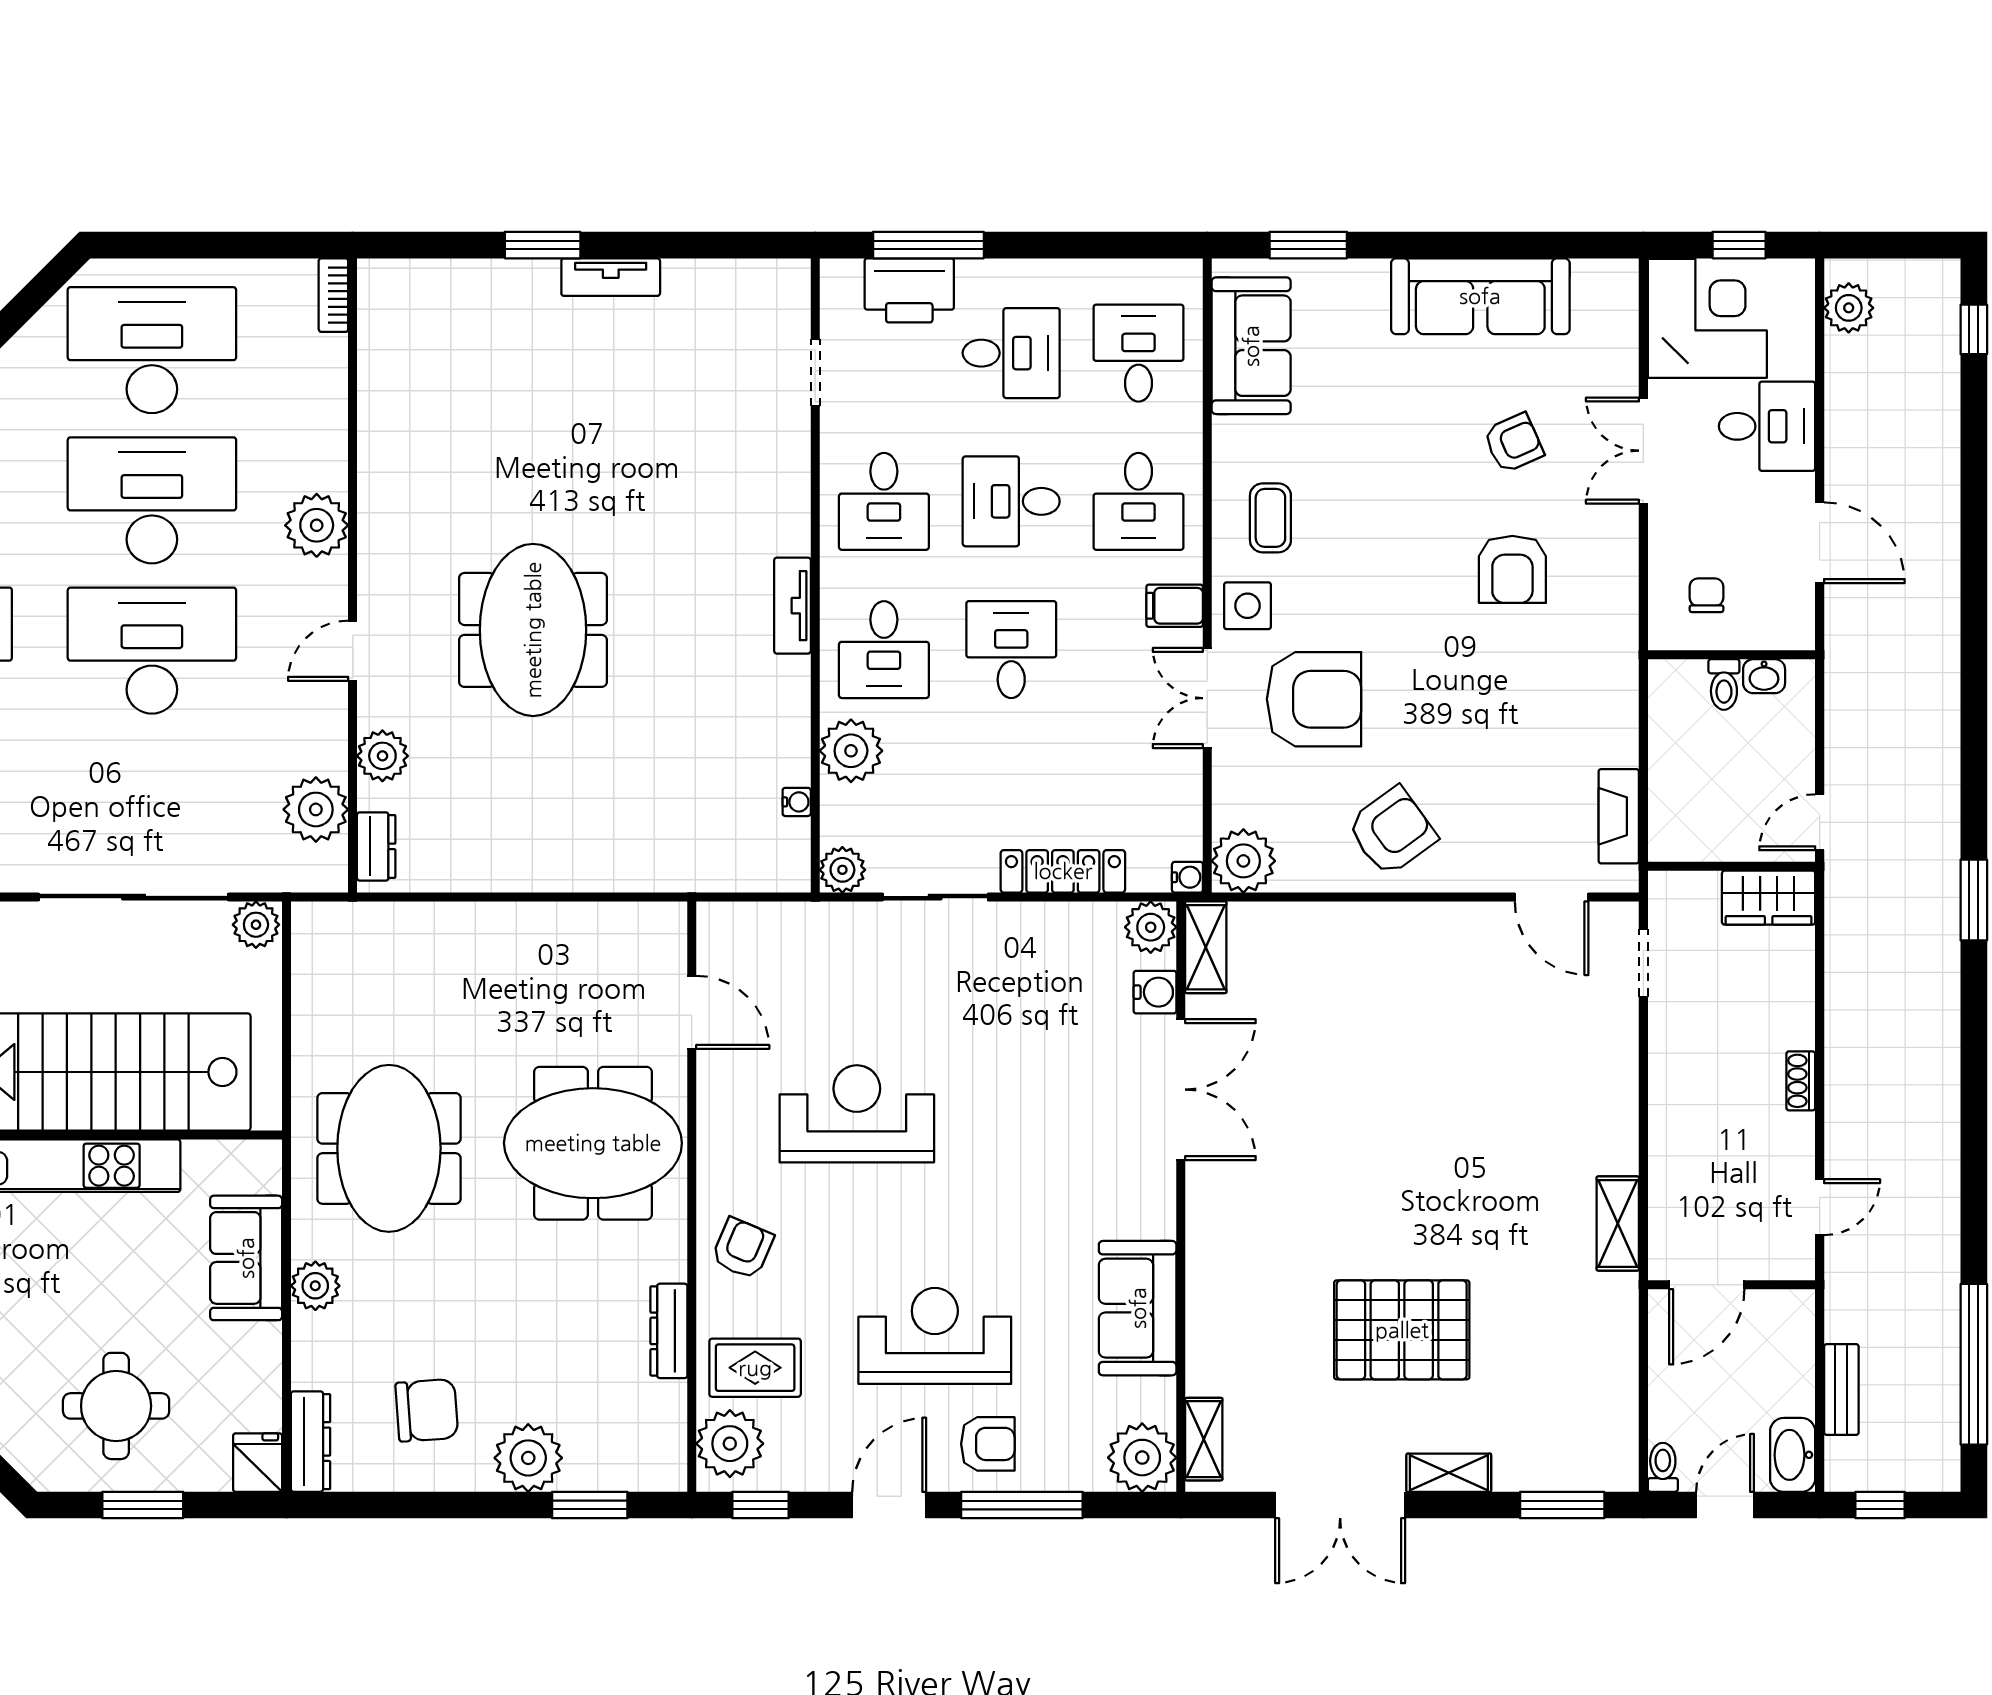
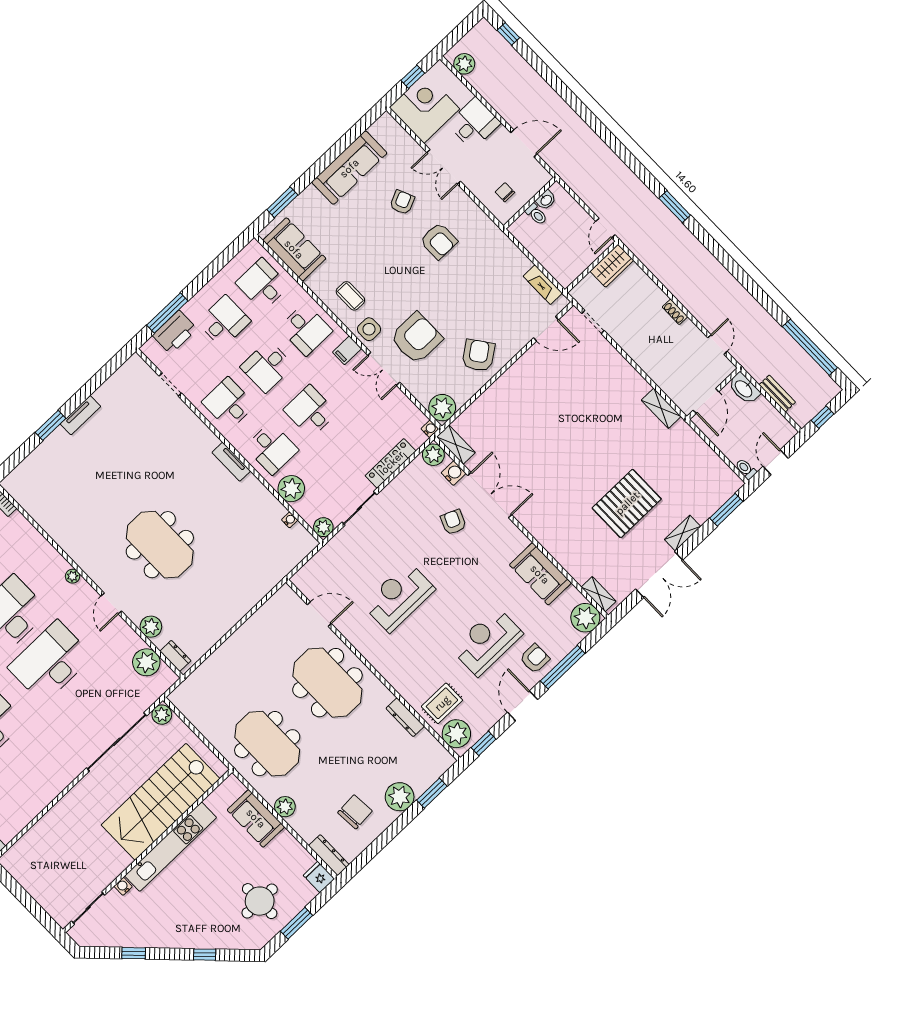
desk: (884, 501) -> (229, 403), turned 180
plant: (317, 525) -> (73, 576), width x0.53, depth x0.53
meeting table: (593, 1143) -> (327, 683), turned 90
armchair: (742, 1248) -> (453, 522), moved
washbasin: (1793, 1455) -> (744, 388), moved

